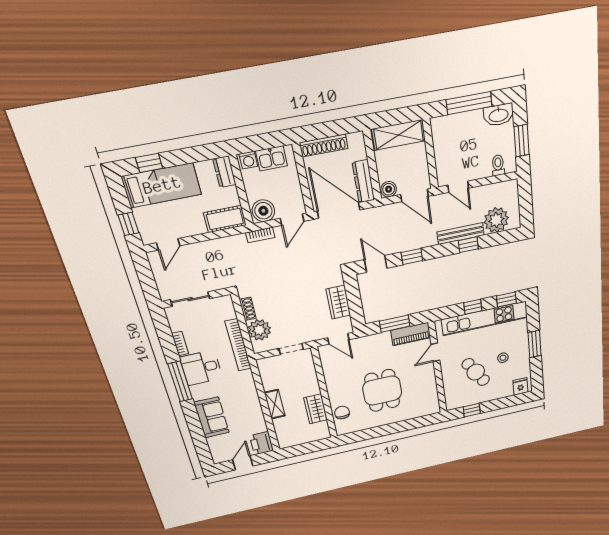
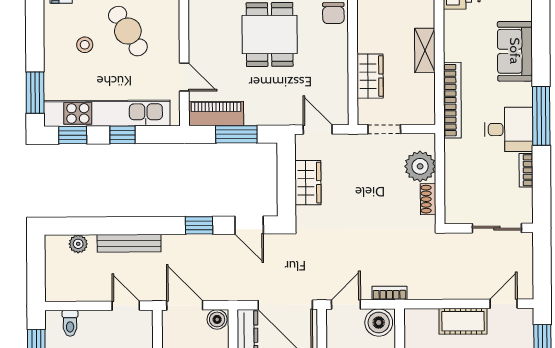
cot: (225, 219) -> (463, 321), moved
plant: (496, 220) -> (78, 244), width x0.53, depth x0.53
window: (468, 245) -> (120, 226), removed
window: (535, 344) -> (35, 93), moved
bookcase: (238, 345) -> (452, 100), moved
door: (435, 352) -> (184, 77), hinge flipped
wardrobe: (316, 409) -> (370, 76), moved

